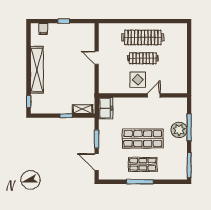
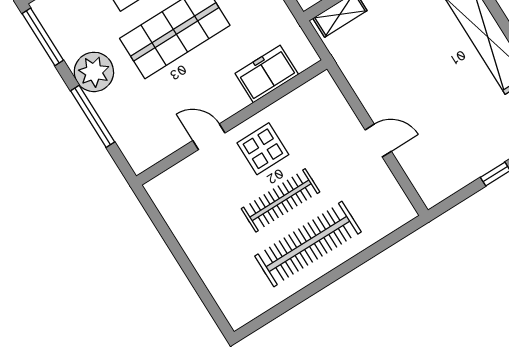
door: (154, 95) -> (209, 137), swing flipped
freezer: (106, 108) -> (267, 74), moved, turned 90
plant: (179, 130) -> (94, 72), moved

